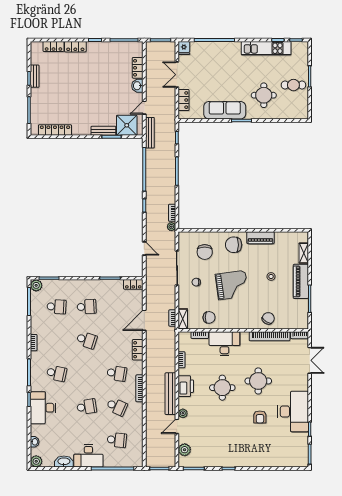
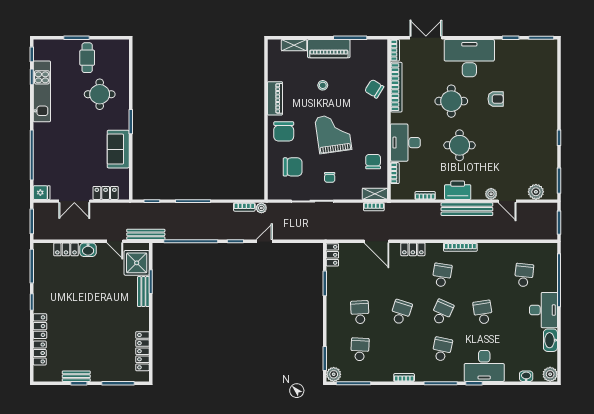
sofa: (225, 110) -> (118, 149), width x0.73
door: (144, 248) -> (264, 241), moved
school desk: (117, 407) -> (442, 312), moved
desk: (293, 411) -> (469, 58), moved

